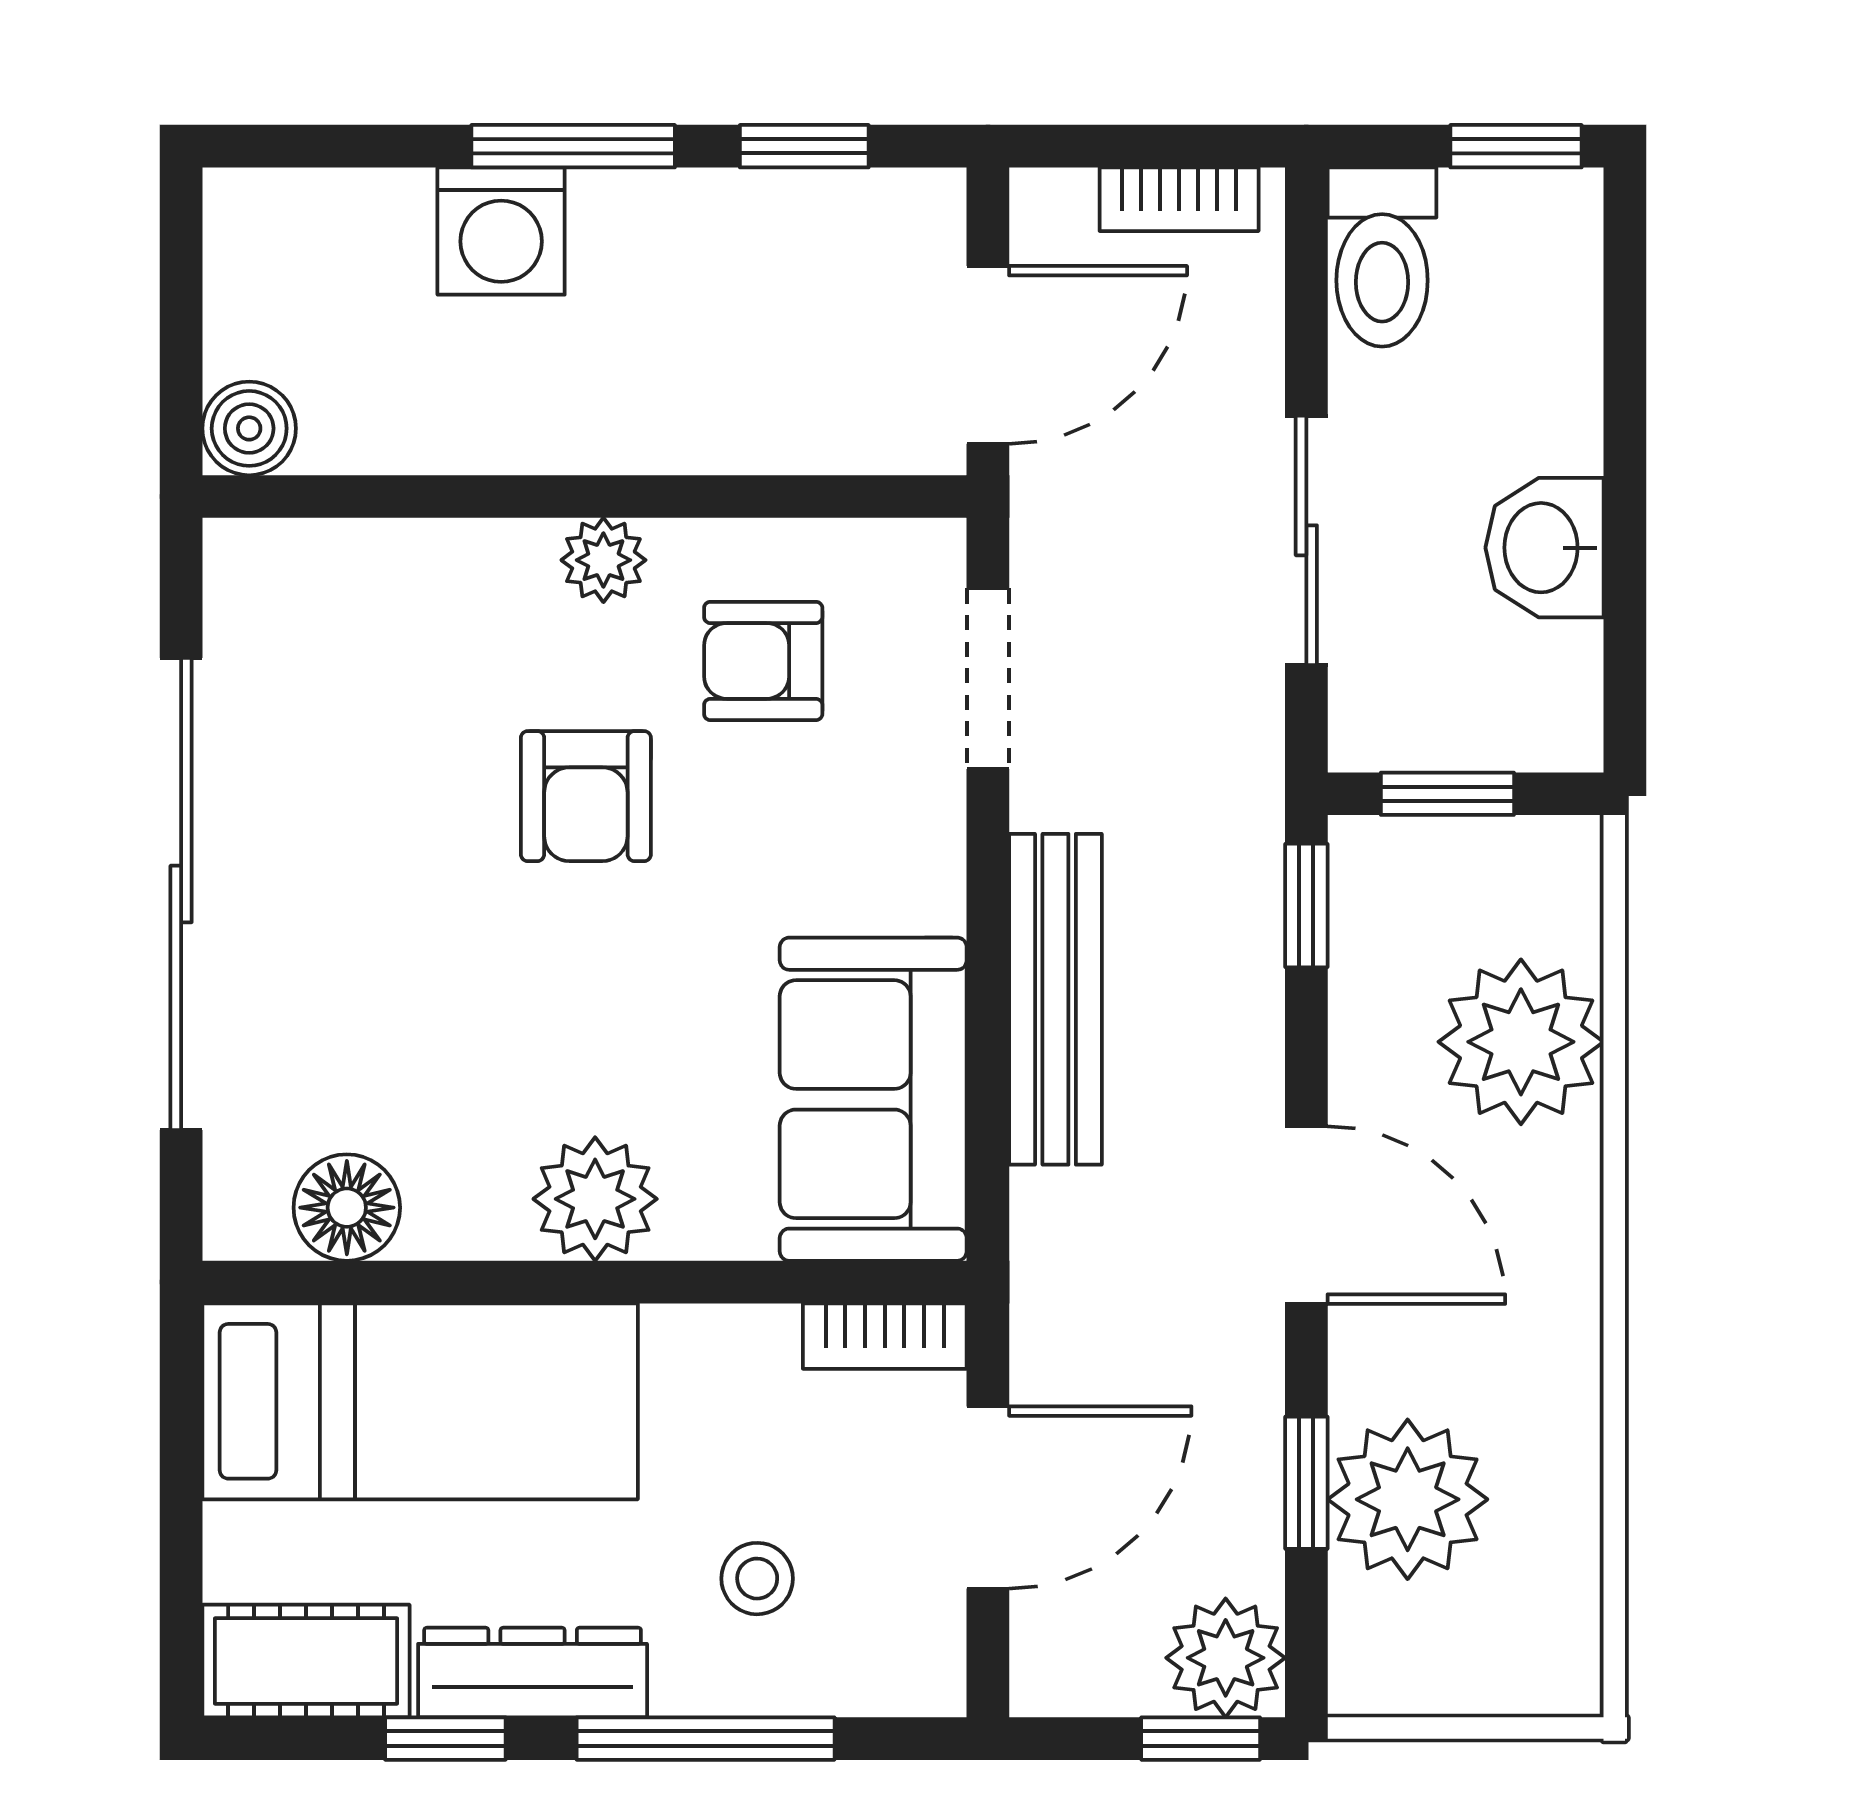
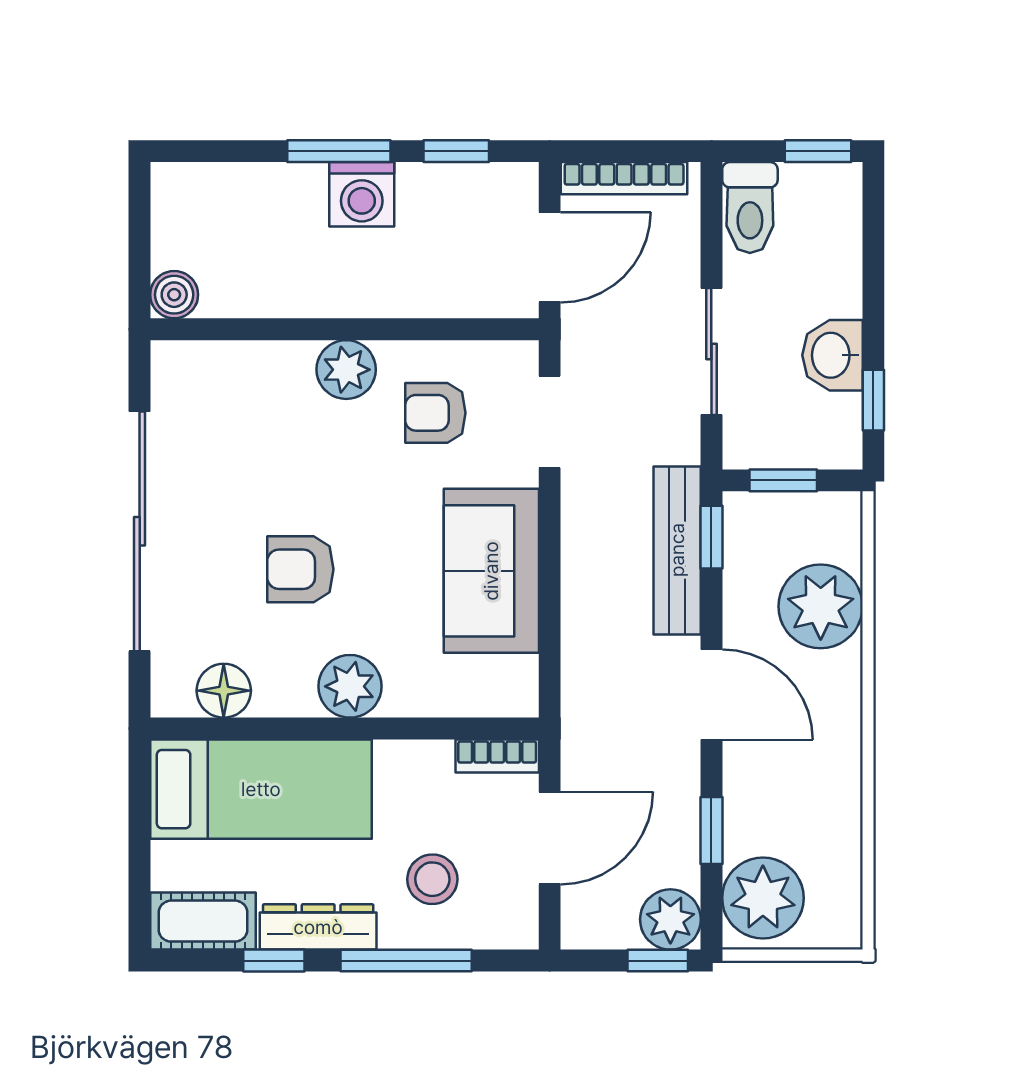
bookcase: (1179, 199) -> (624, 178), width x1.56
washing machine: (501, 231) -> (362, 194), moved
plant: (603, 560) -> (346, 370), width x1.38, depth x1.38
window: (1625, 636) -> (873, 400), added
armchair: (586, 796) -> (300, 569), moved, turned 90
bench: (1055, 999) -> (677, 550), moved
sofa: (873, 1099) -> (491, 571), moved
plant: (1408, 1499) -> (763, 898), moved
stool: (757, 1579) -> (432, 879), width x1.37, depth x1.37

